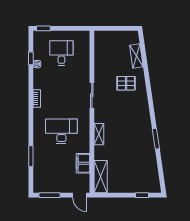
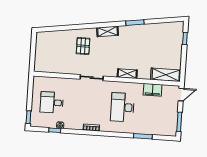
shelving: (136, 56) -> (108, 31), moved

